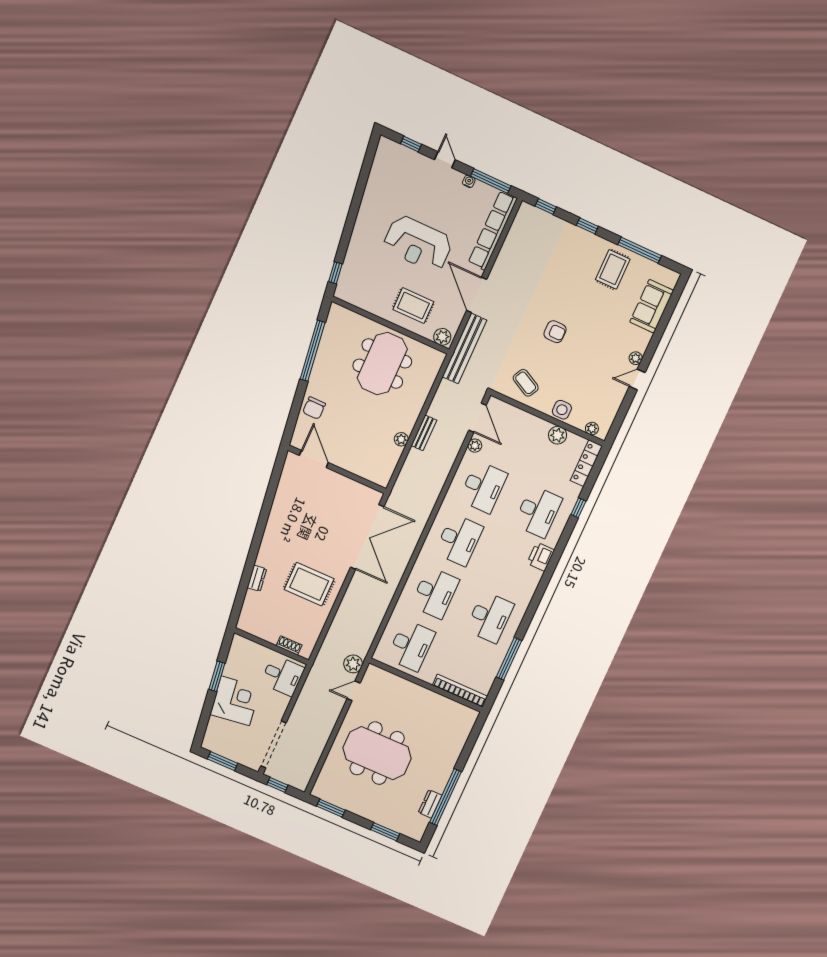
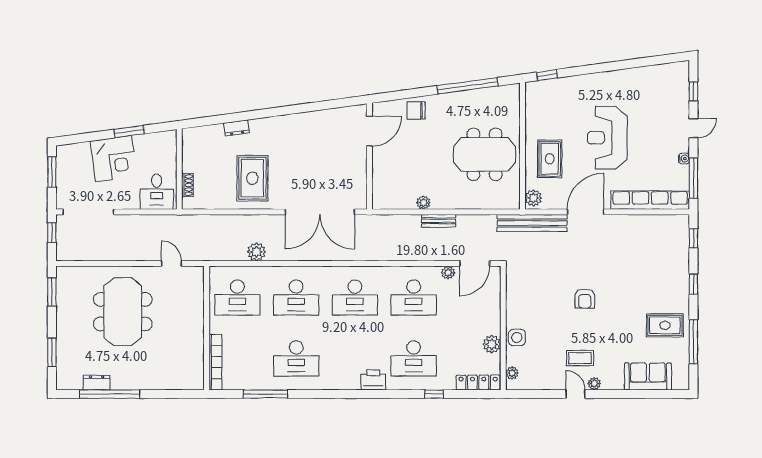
coffee table: (526, 383) -> (580, 358), moved, turned 62
plant: (353, 664) -> (257, 252), moved

